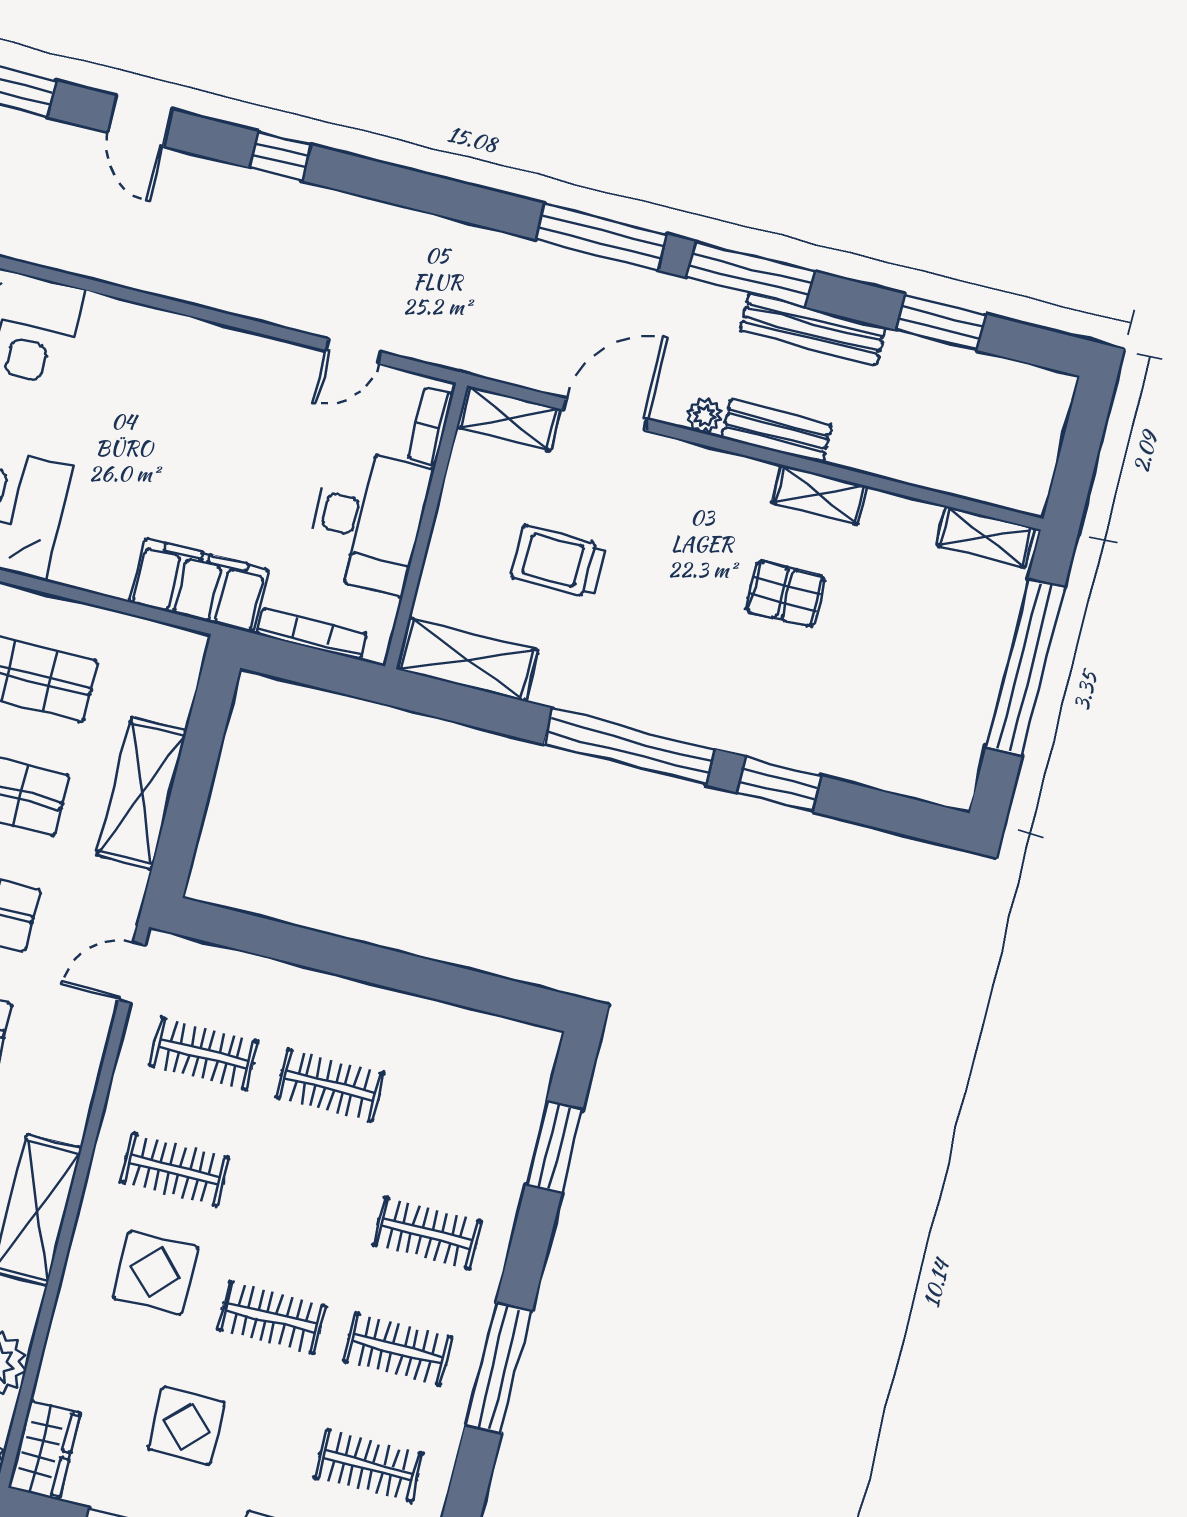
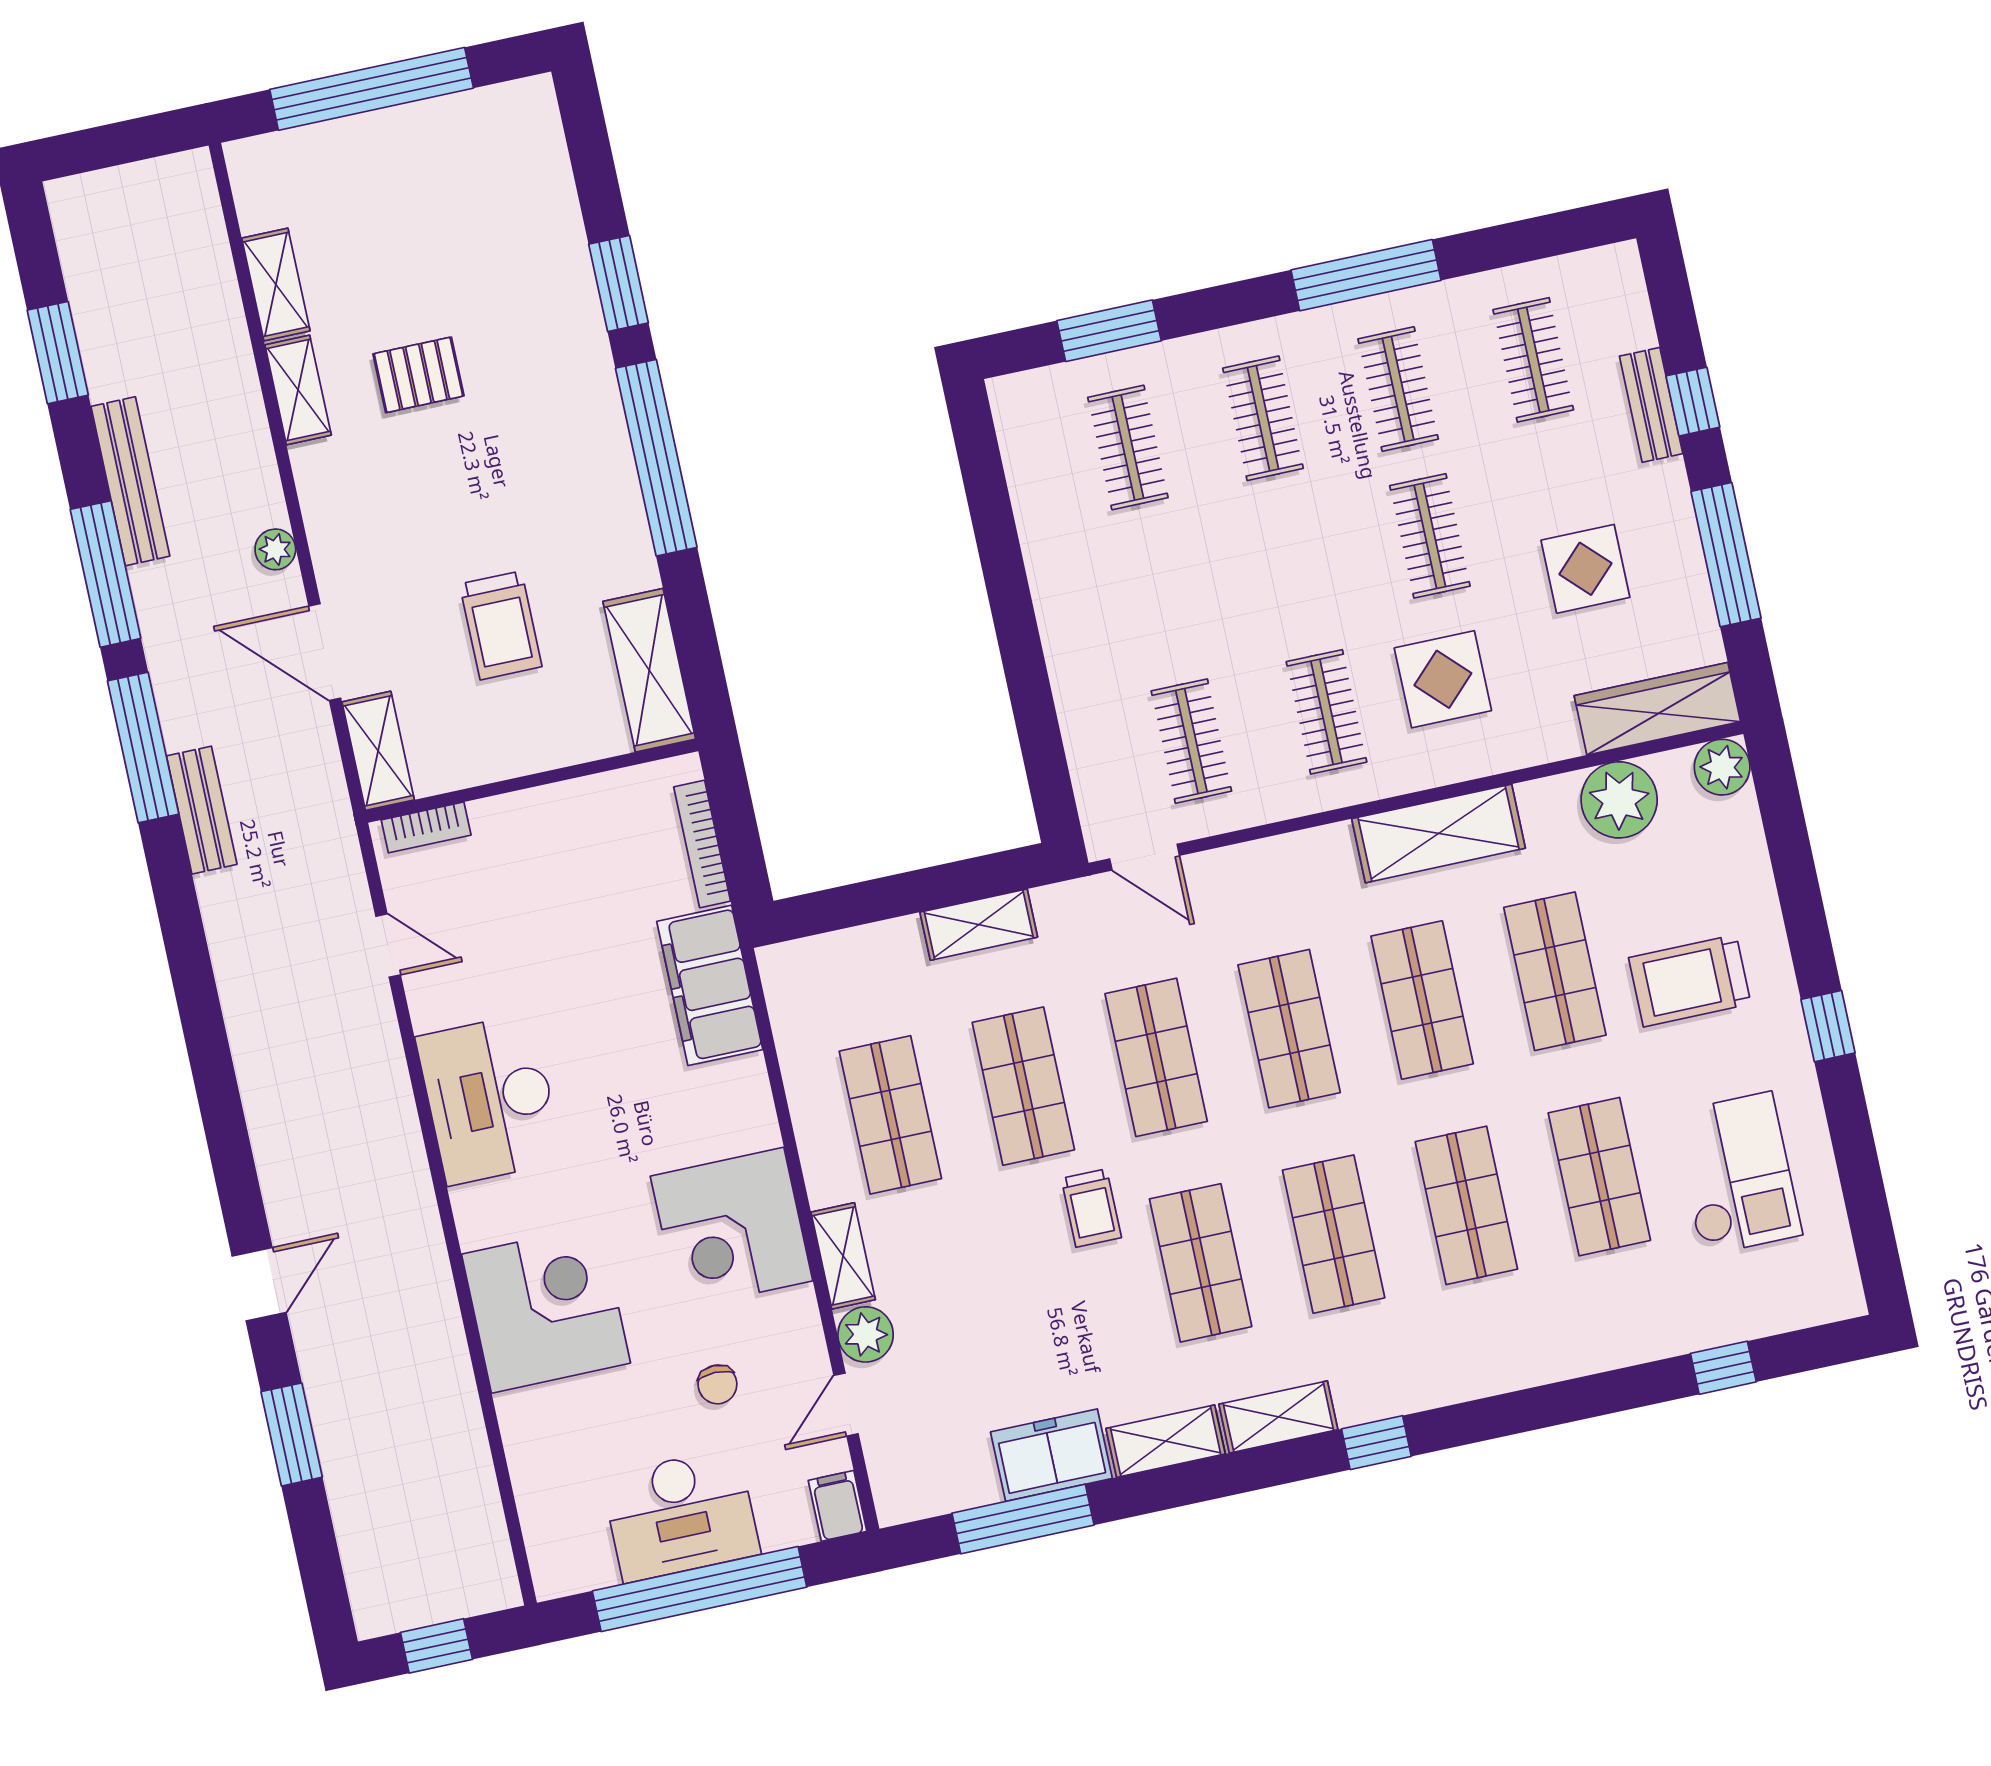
window: (280, 156) -> (224, 1121), removed
bench: (776, 431) -> (202, 810), moved
desk: (368, 520) -> (490, 1099), moved, turned -90
shelving: (986, 537) -> (276, 284), moved
pallet: (785, 594) -> (418, 375), turned 90
shelving: (142, 793) -> (979, 925), width x0.67, depth x0.75
clothes rail: (330, 1085) -> (1128, 447), moved
wardrobe: (45, 1450) -> (1657, 709), width x1.50

